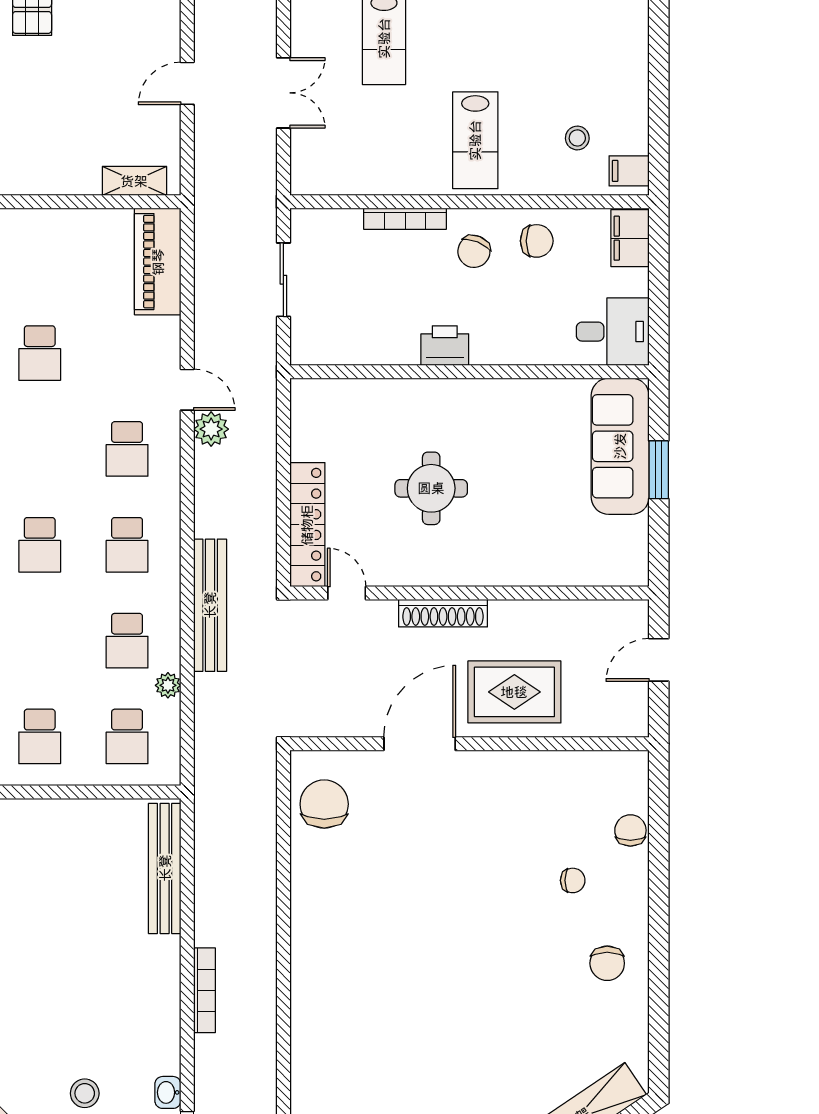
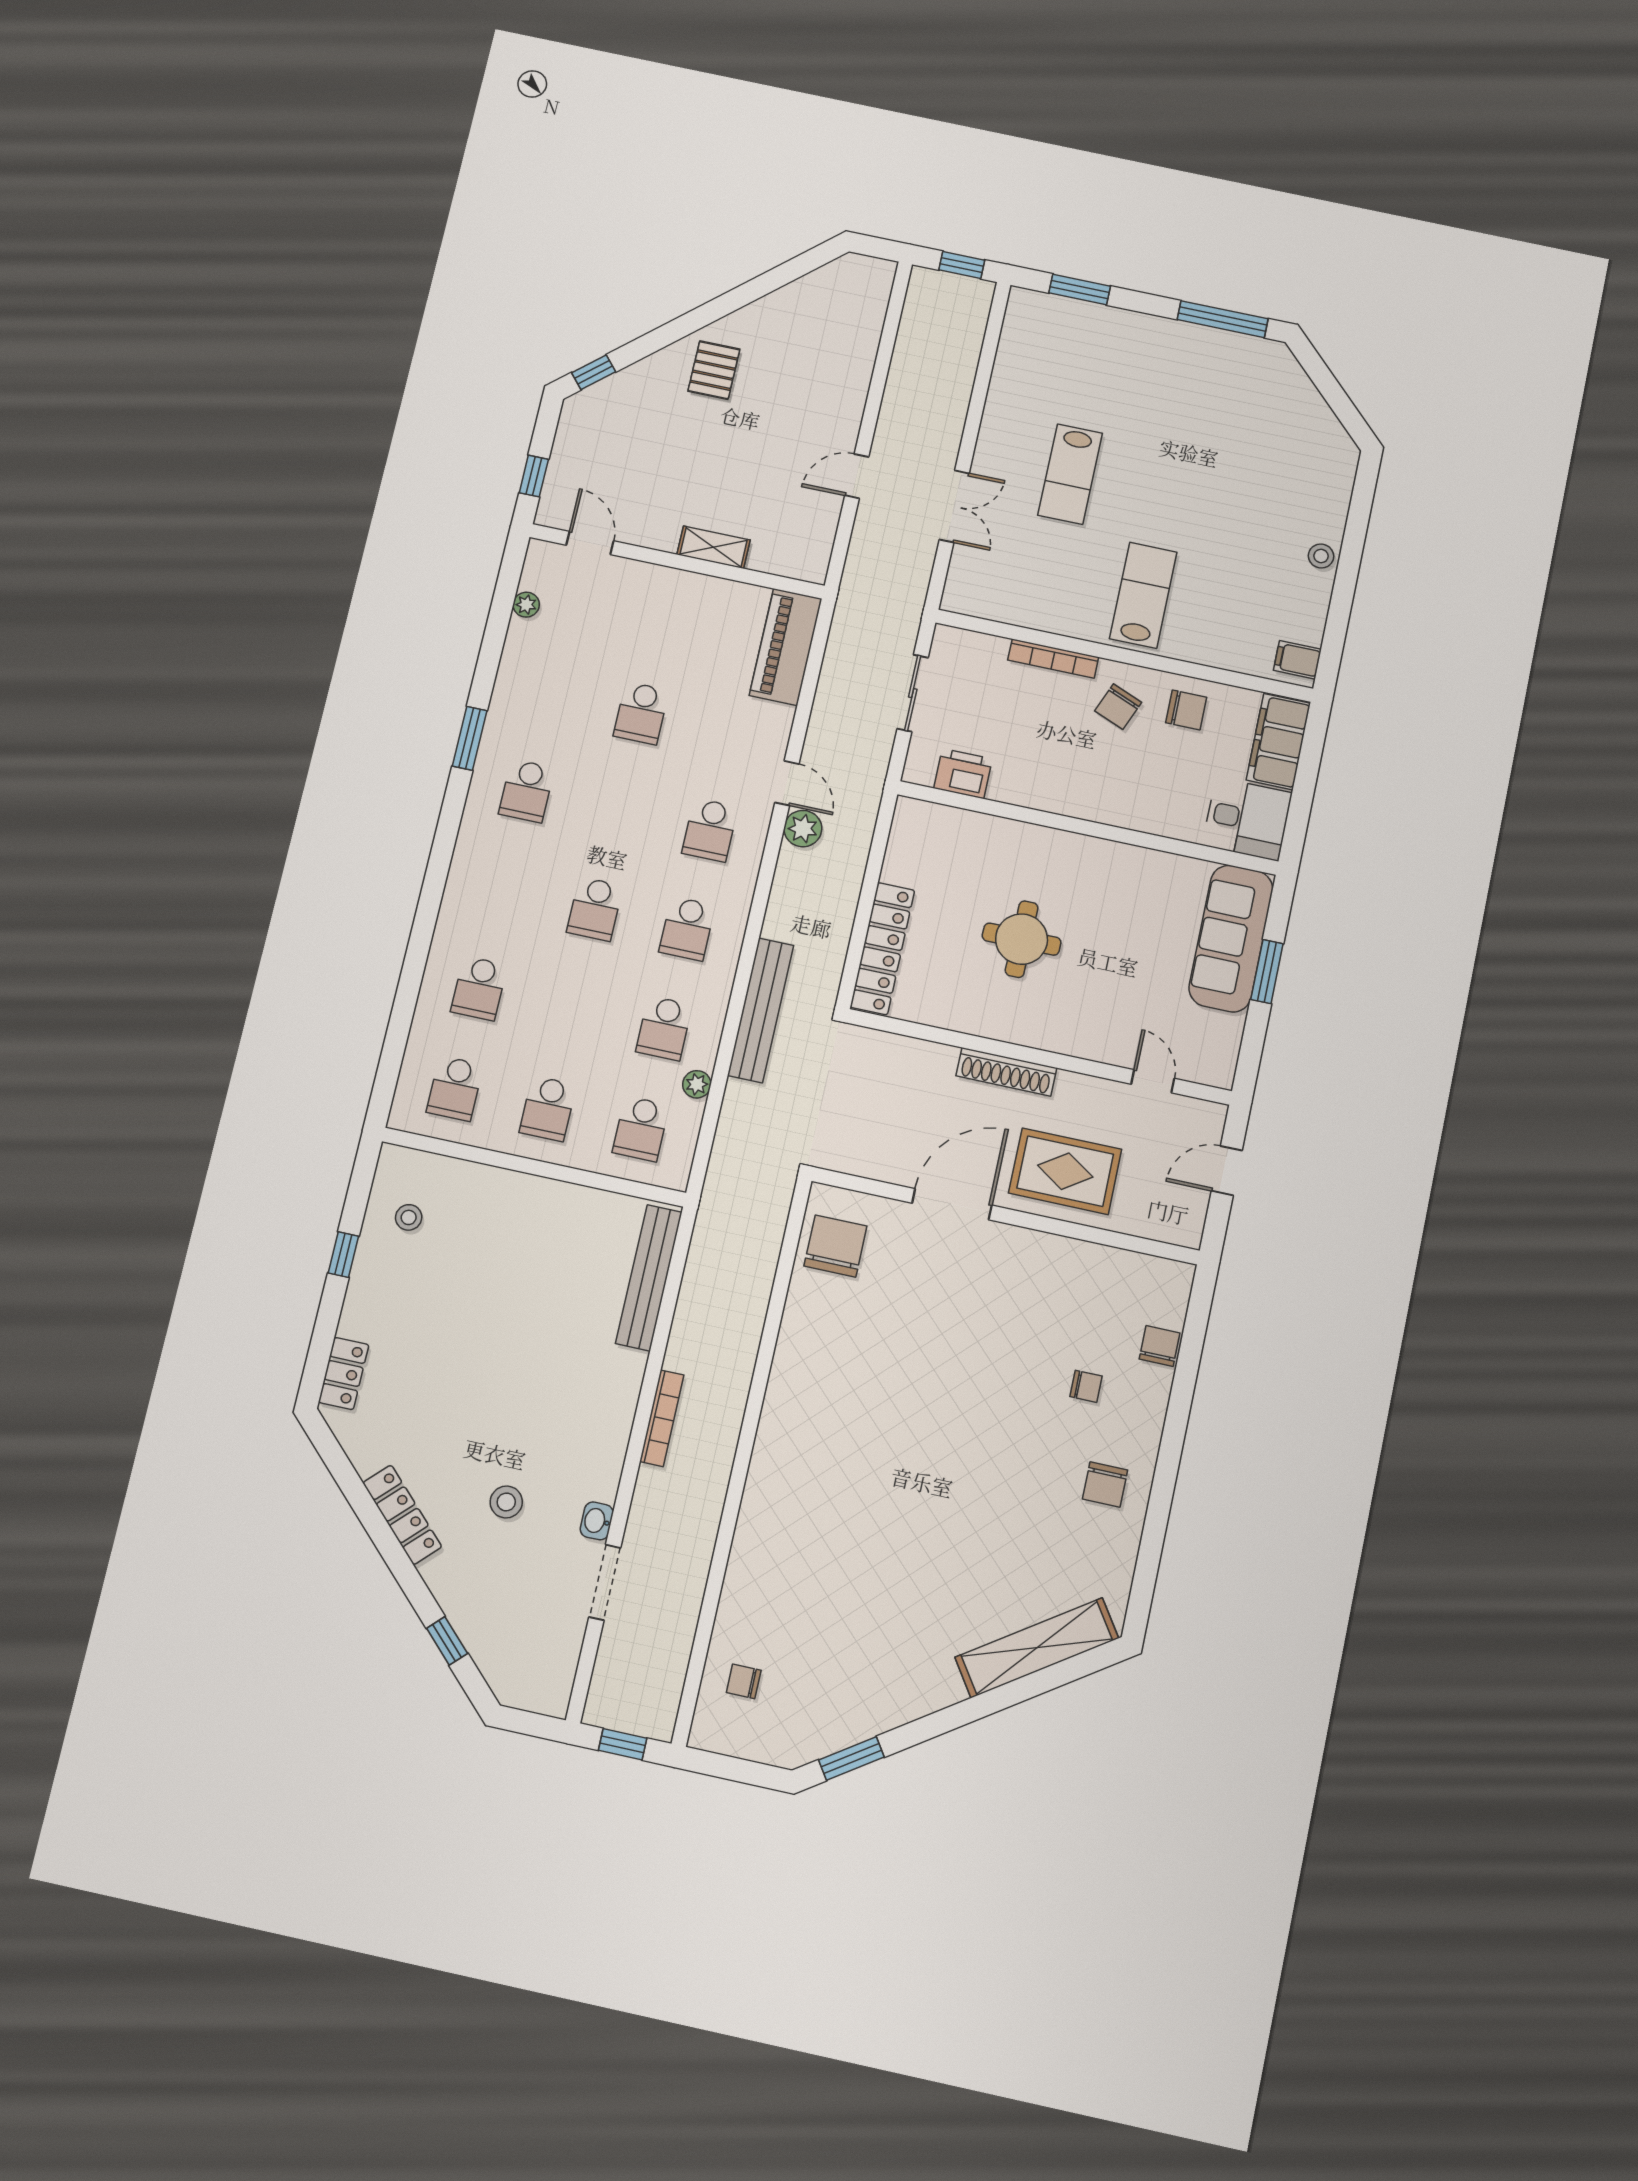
stool: (577, 138) -> (1321, 556), moved
lab bench: (475, 140) -> (1143, 595), turned 180
shelving: (134, 181) -> (714, 547), moved
filing cabinet: (630, 238) -> (1278, 742), width x1.50, depth x1.17
printer: (445, 346) -> (963, 774), moved
door: (347, 593) -> (1153, 1081), moved

